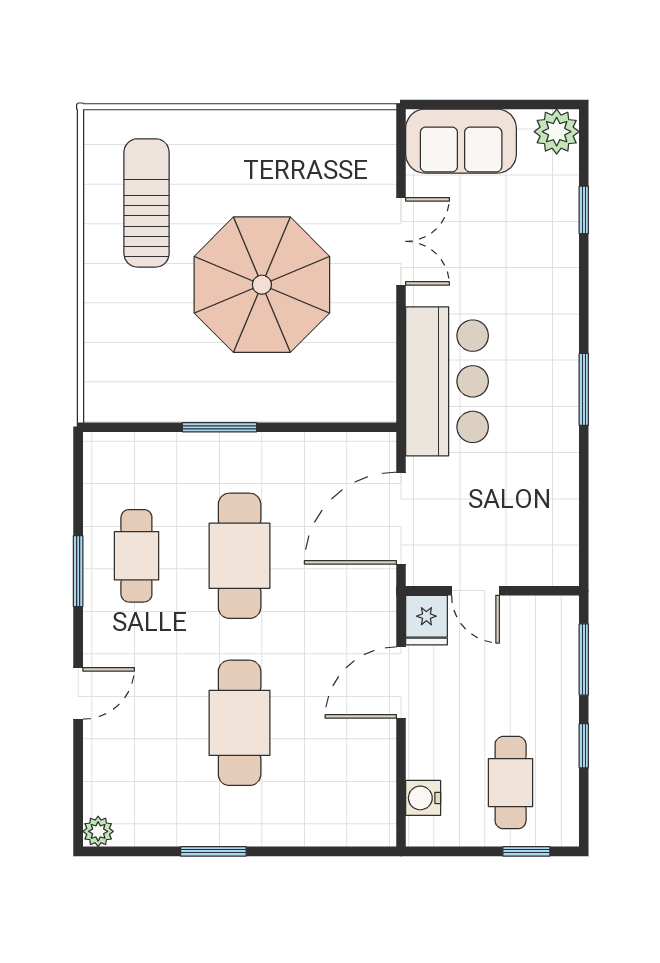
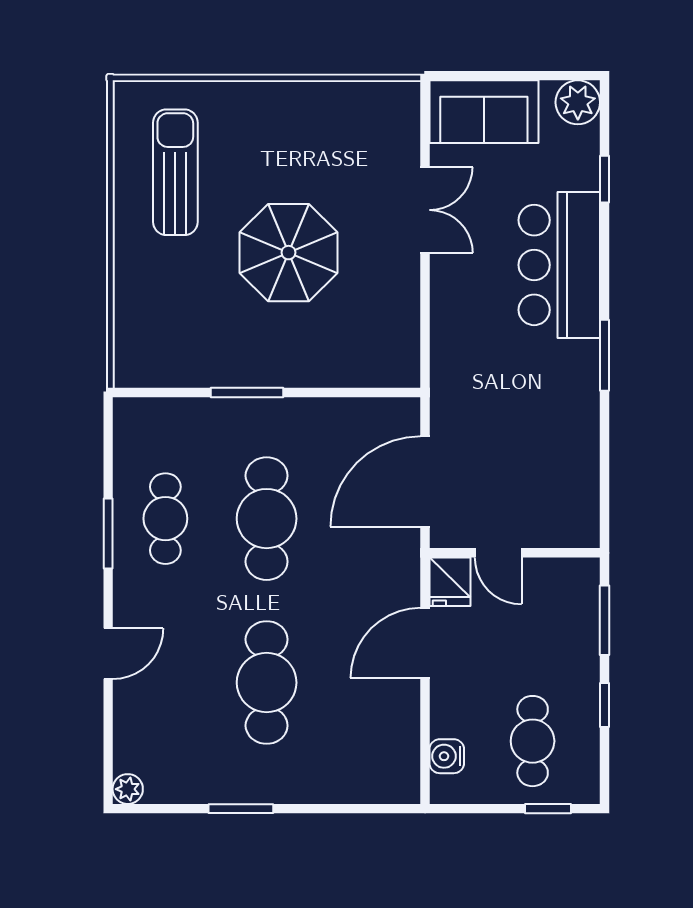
parasol: (262, 285) -> (289, 253), width x0.73, depth x0.73
bar counter: (447, 381) -> (559, 265), moved, turned 180

